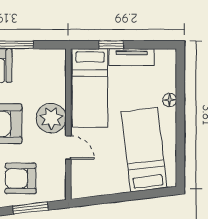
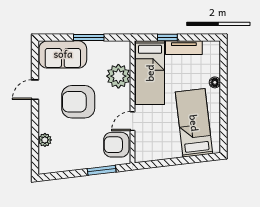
plant: (51, 118) -> (118, 76), moved
door: (68, 148) -> (132, 121), swing flipped
armchair: (21, 178) -> (116, 145), moved

